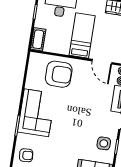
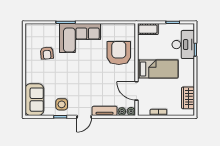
door: (102, 62) -> (136, 91), hinge flipped
armchair: (59, 74) -> (119, 53), turned 180
armchair: (26, 155) -> (47, 53), moved

